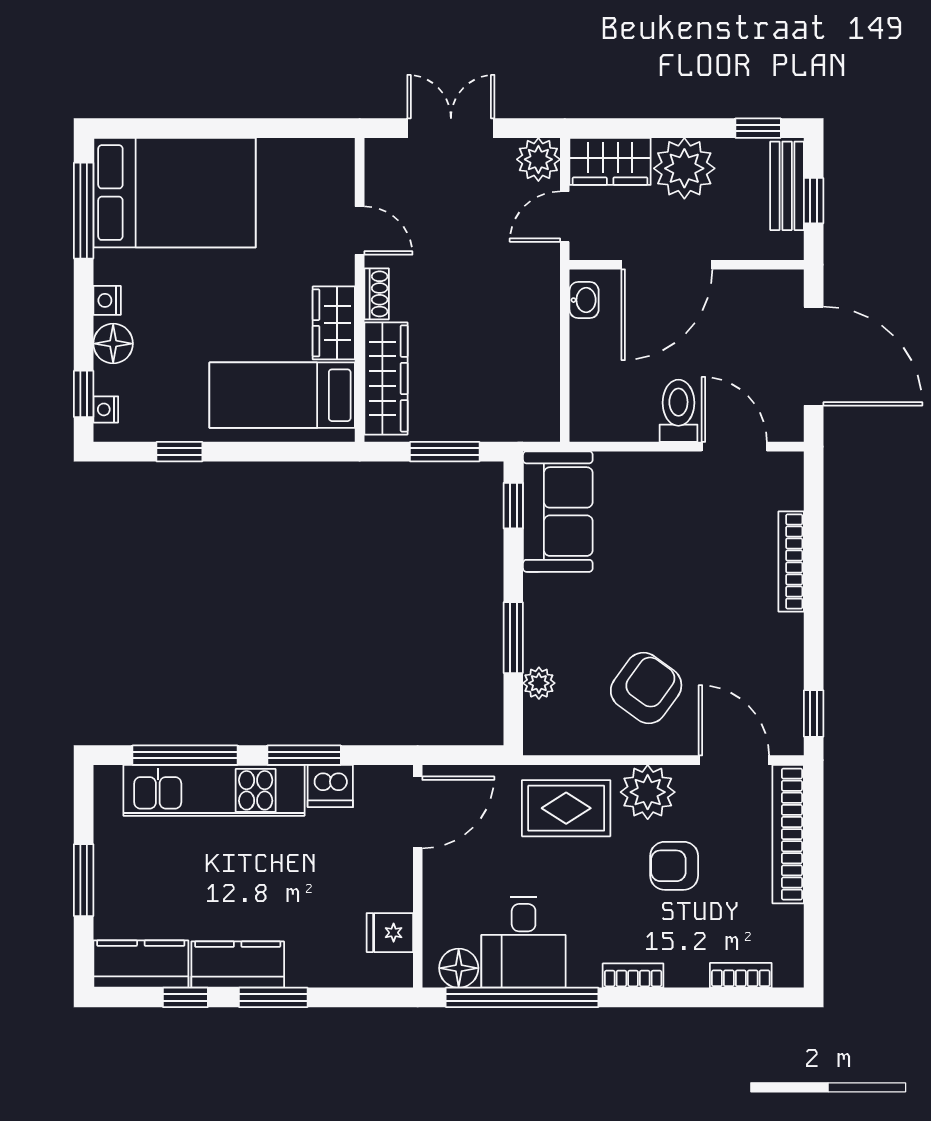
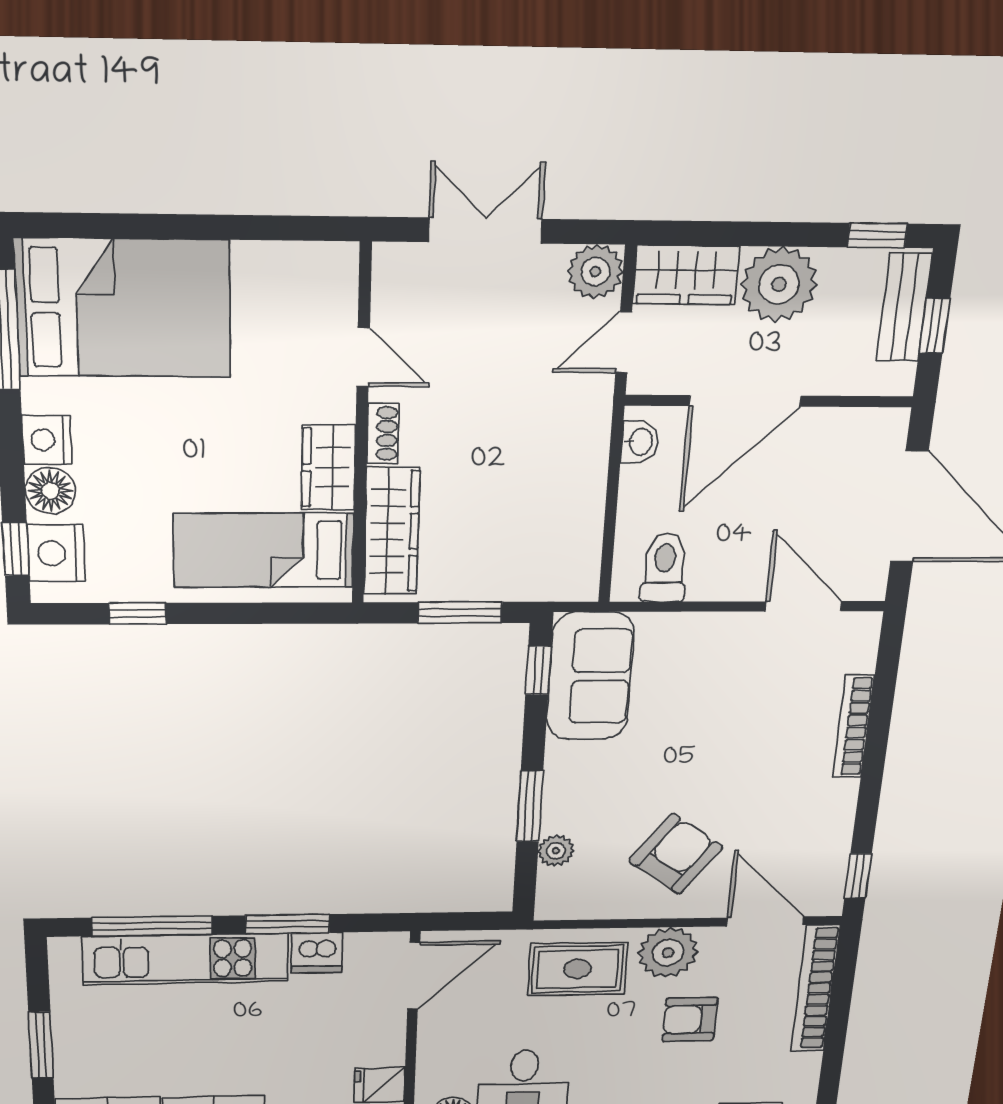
nightstand: (107, 300) -> (47, 440), width x1.39, depth x1.35
nightstand: (106, 409) -> (56, 553), width x1.89, depth x1.79
toilet: (678, 411) -> (664, 567), moved

